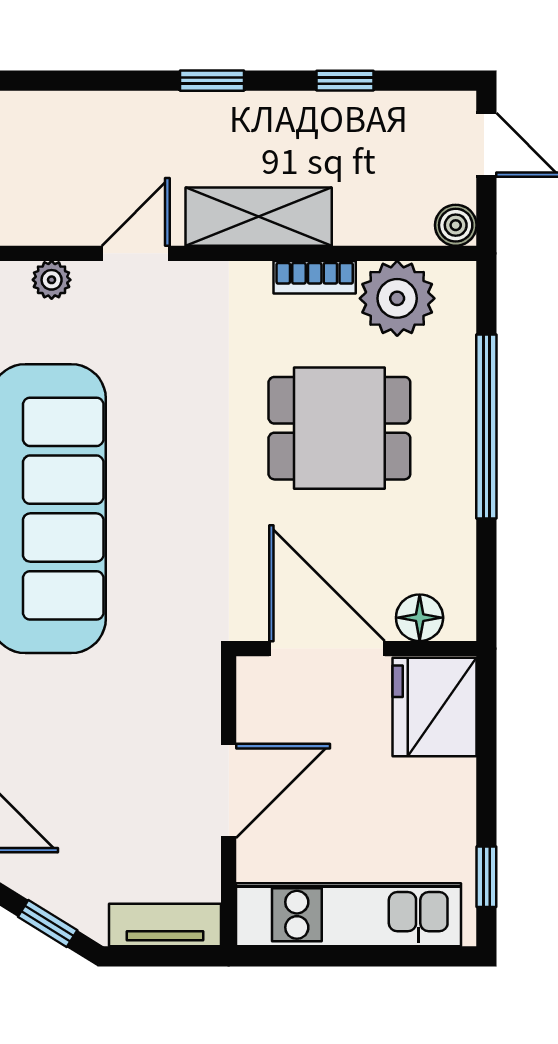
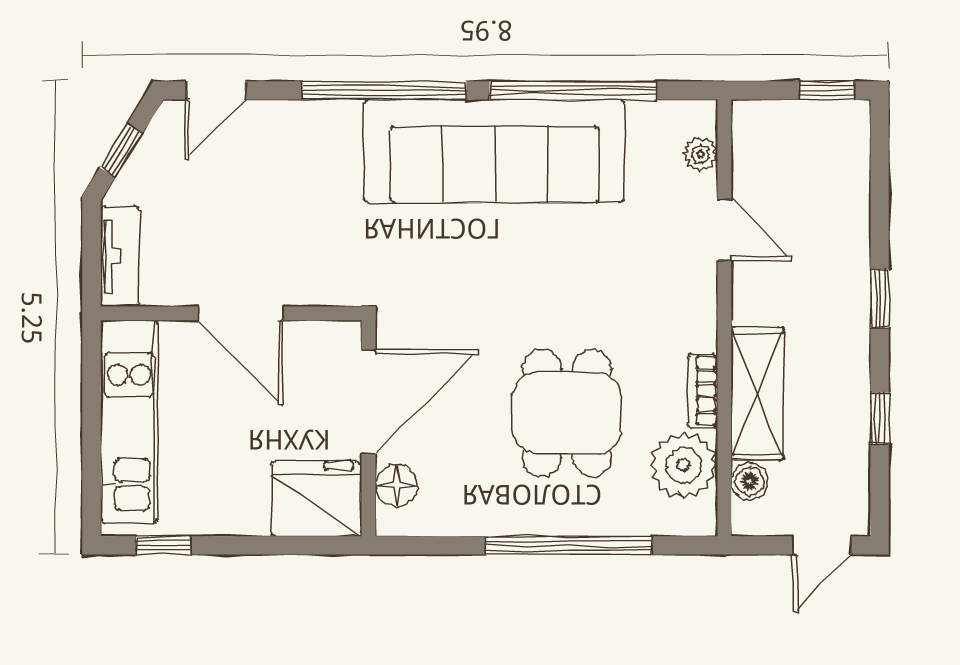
shelving: (259, 217) -> (757, 394), moved
boiler: (456, 225) -> (750, 481), moved

